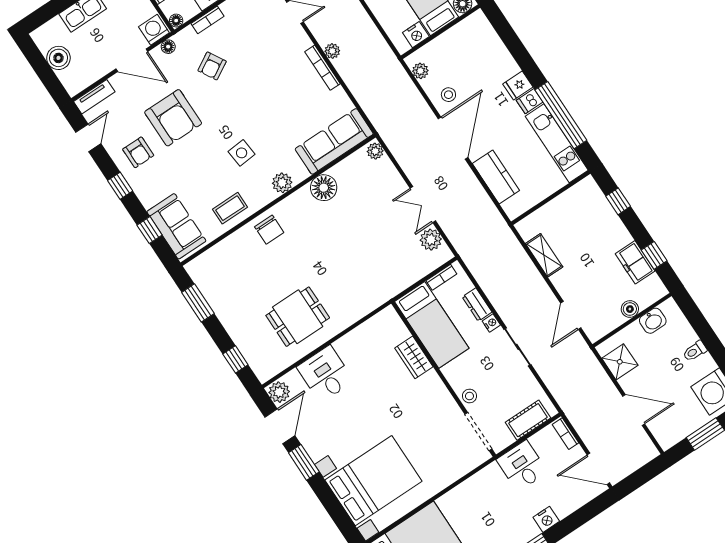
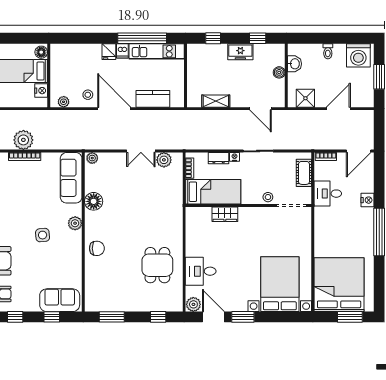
plant: (332, 51) -> (23, 140), width x1.88, depth x1.88
coffee table: (230, 208) -> (70, 263), removed
freezer: (635, 262) -> (240, 52), moved

